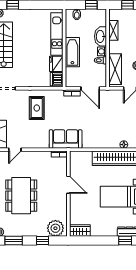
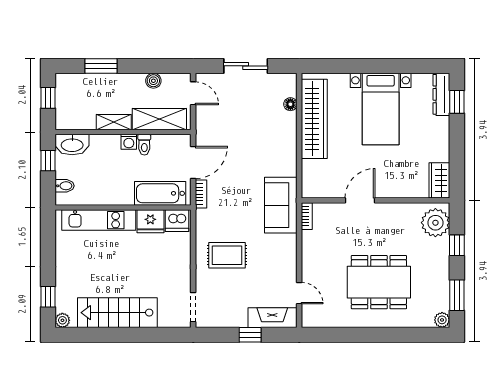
shelving: (113, 30) -> (114, 122), moved
washbasin: (101, 36) -> (72, 145), moved
bathtub: (72, 52) -> (160, 193), moved

